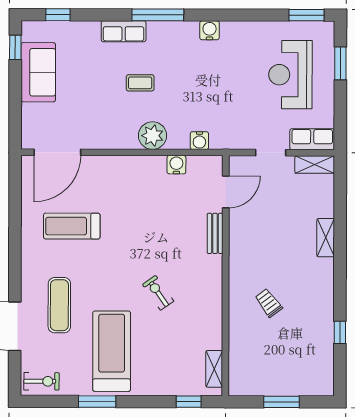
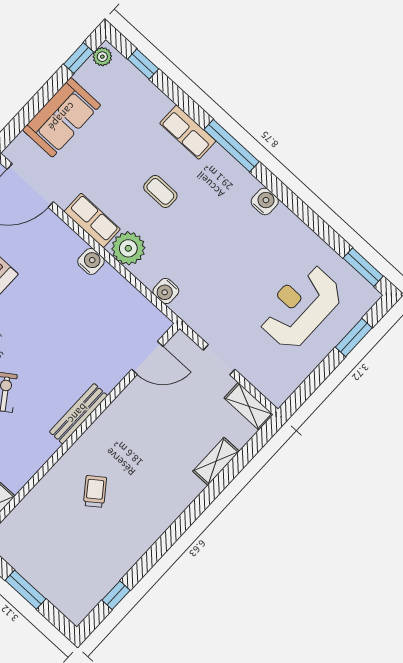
plant: (29, 33) -> (102, 57), added
sofa: (38, 72) -> (62, 117), moved
row of seats: (312, 139) -> (92, 220), moved
water cooler: (176, 165) -> (91, 261), moved
bench: (215, 233) -> (78, 414), moved, width x1.36
shelving: (326, 238) -> (216, 461), moved
window: (340, 332) -> (116, 595), moved

